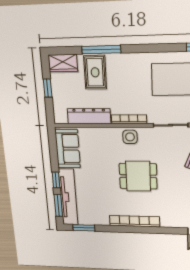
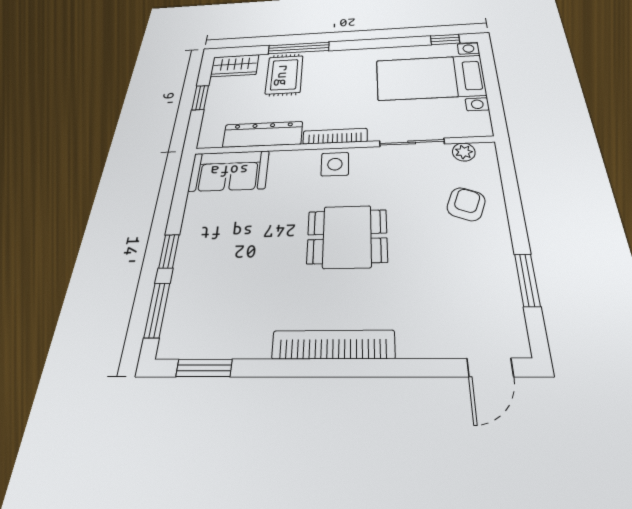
sofa: (68, 149) -> (229, 171), moved, turned 90
tv unit: (68, 197) -> (185, 289), removed

